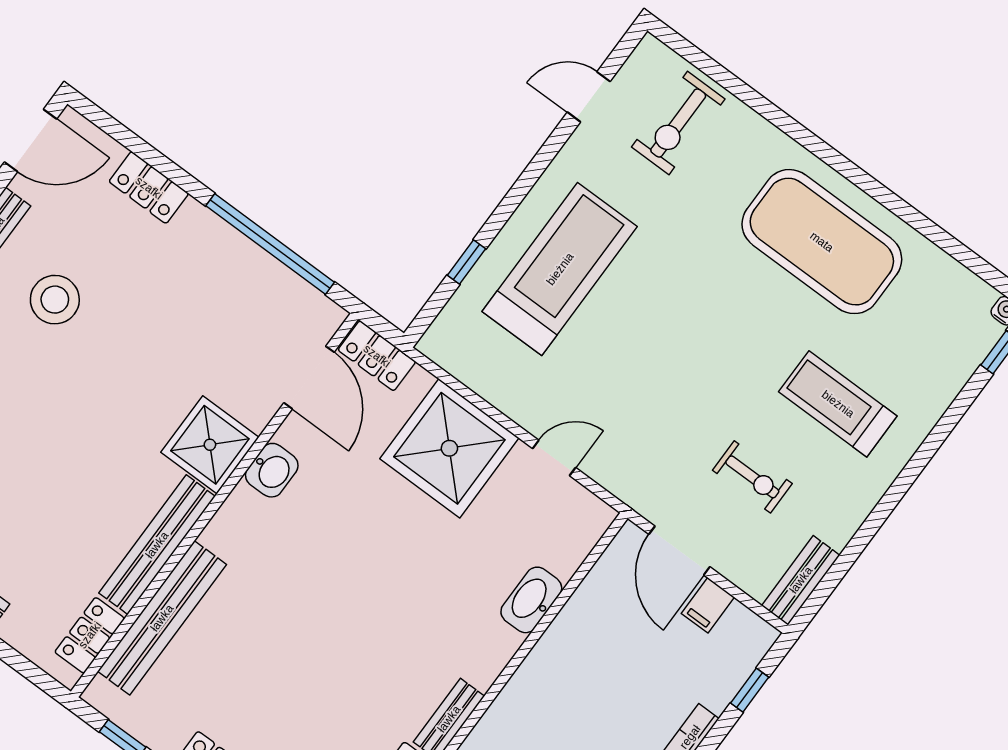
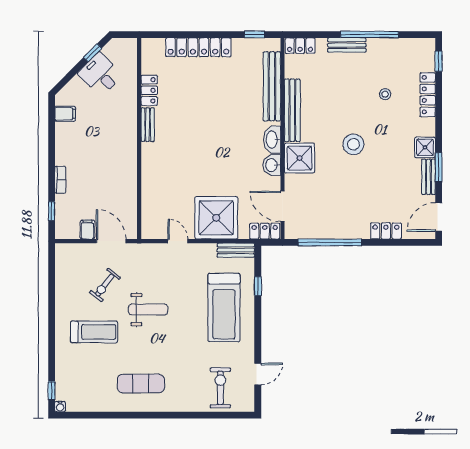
exercise mat: (822, 242) -> (141, 384), width x0.50, depth x0.69
stool: (55, 300) -> (353, 144), moved
weight bench: (705, 371) -> (148, 310), added
door: (554, 458) -> (178, 241), swing flipped
exercise bike: (752, 477) -> (105, 285), turned -52
bench: (801, 580) -> (236, 250), moved, turned 90
washbasin: (531, 600) -> (272, 140), moved, turned 180
locker: (90, 635) -> (300, 46), moved, turned 90

